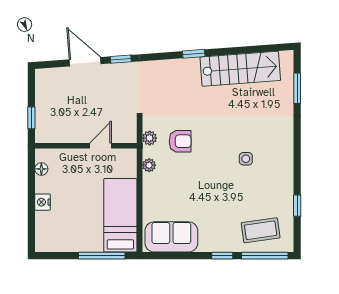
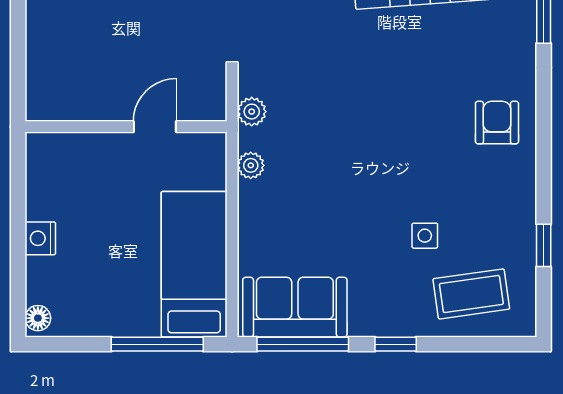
window: (31, 118) -> (18, 72), removed
armchair: (180, 141) -> (497, 123), moved, turned -90
side table: (246, 159) -> (425, 236), moved
floor lamp: (41, 169) -> (38, 318), moved
window: (265, 256) -> (303, 344), moved

